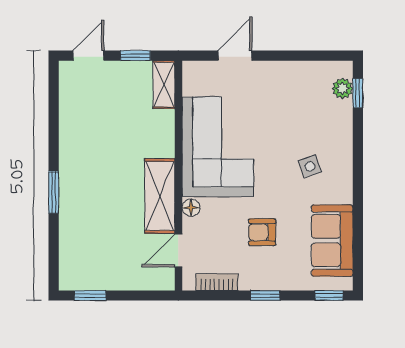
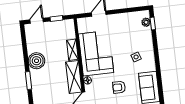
shelving: (164, 85) -> (72, 50), moved
boiler: (78, 148) -> (36, 61), added

